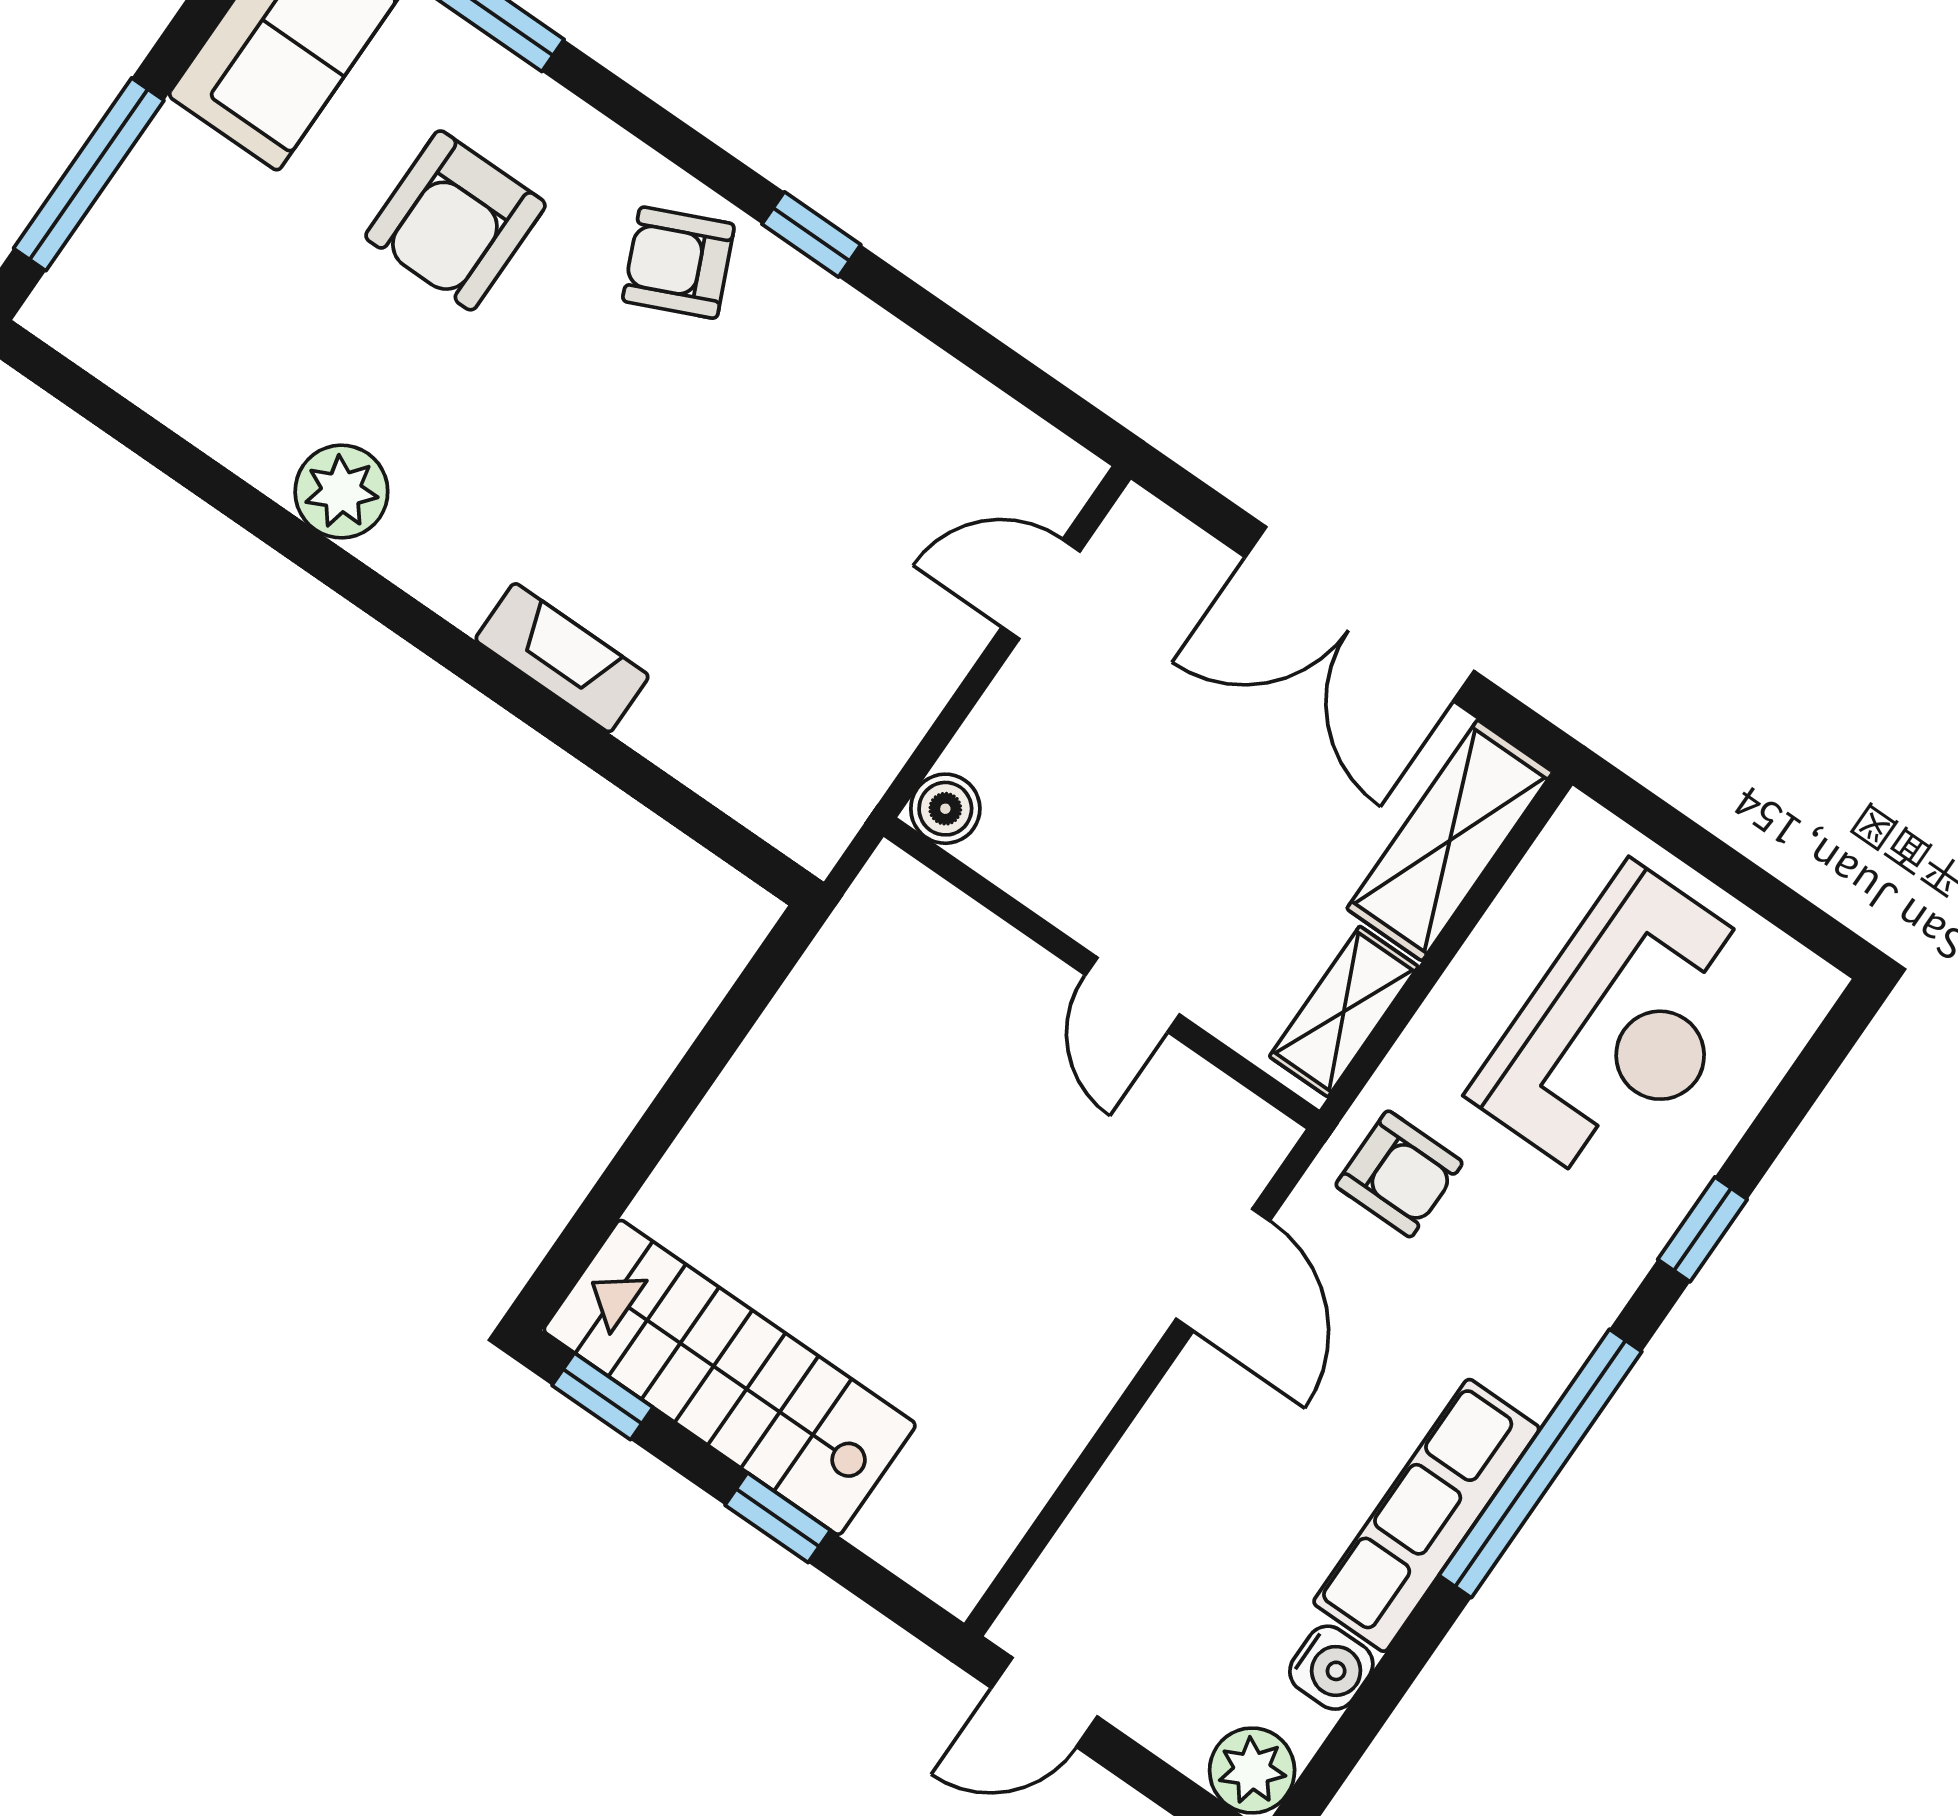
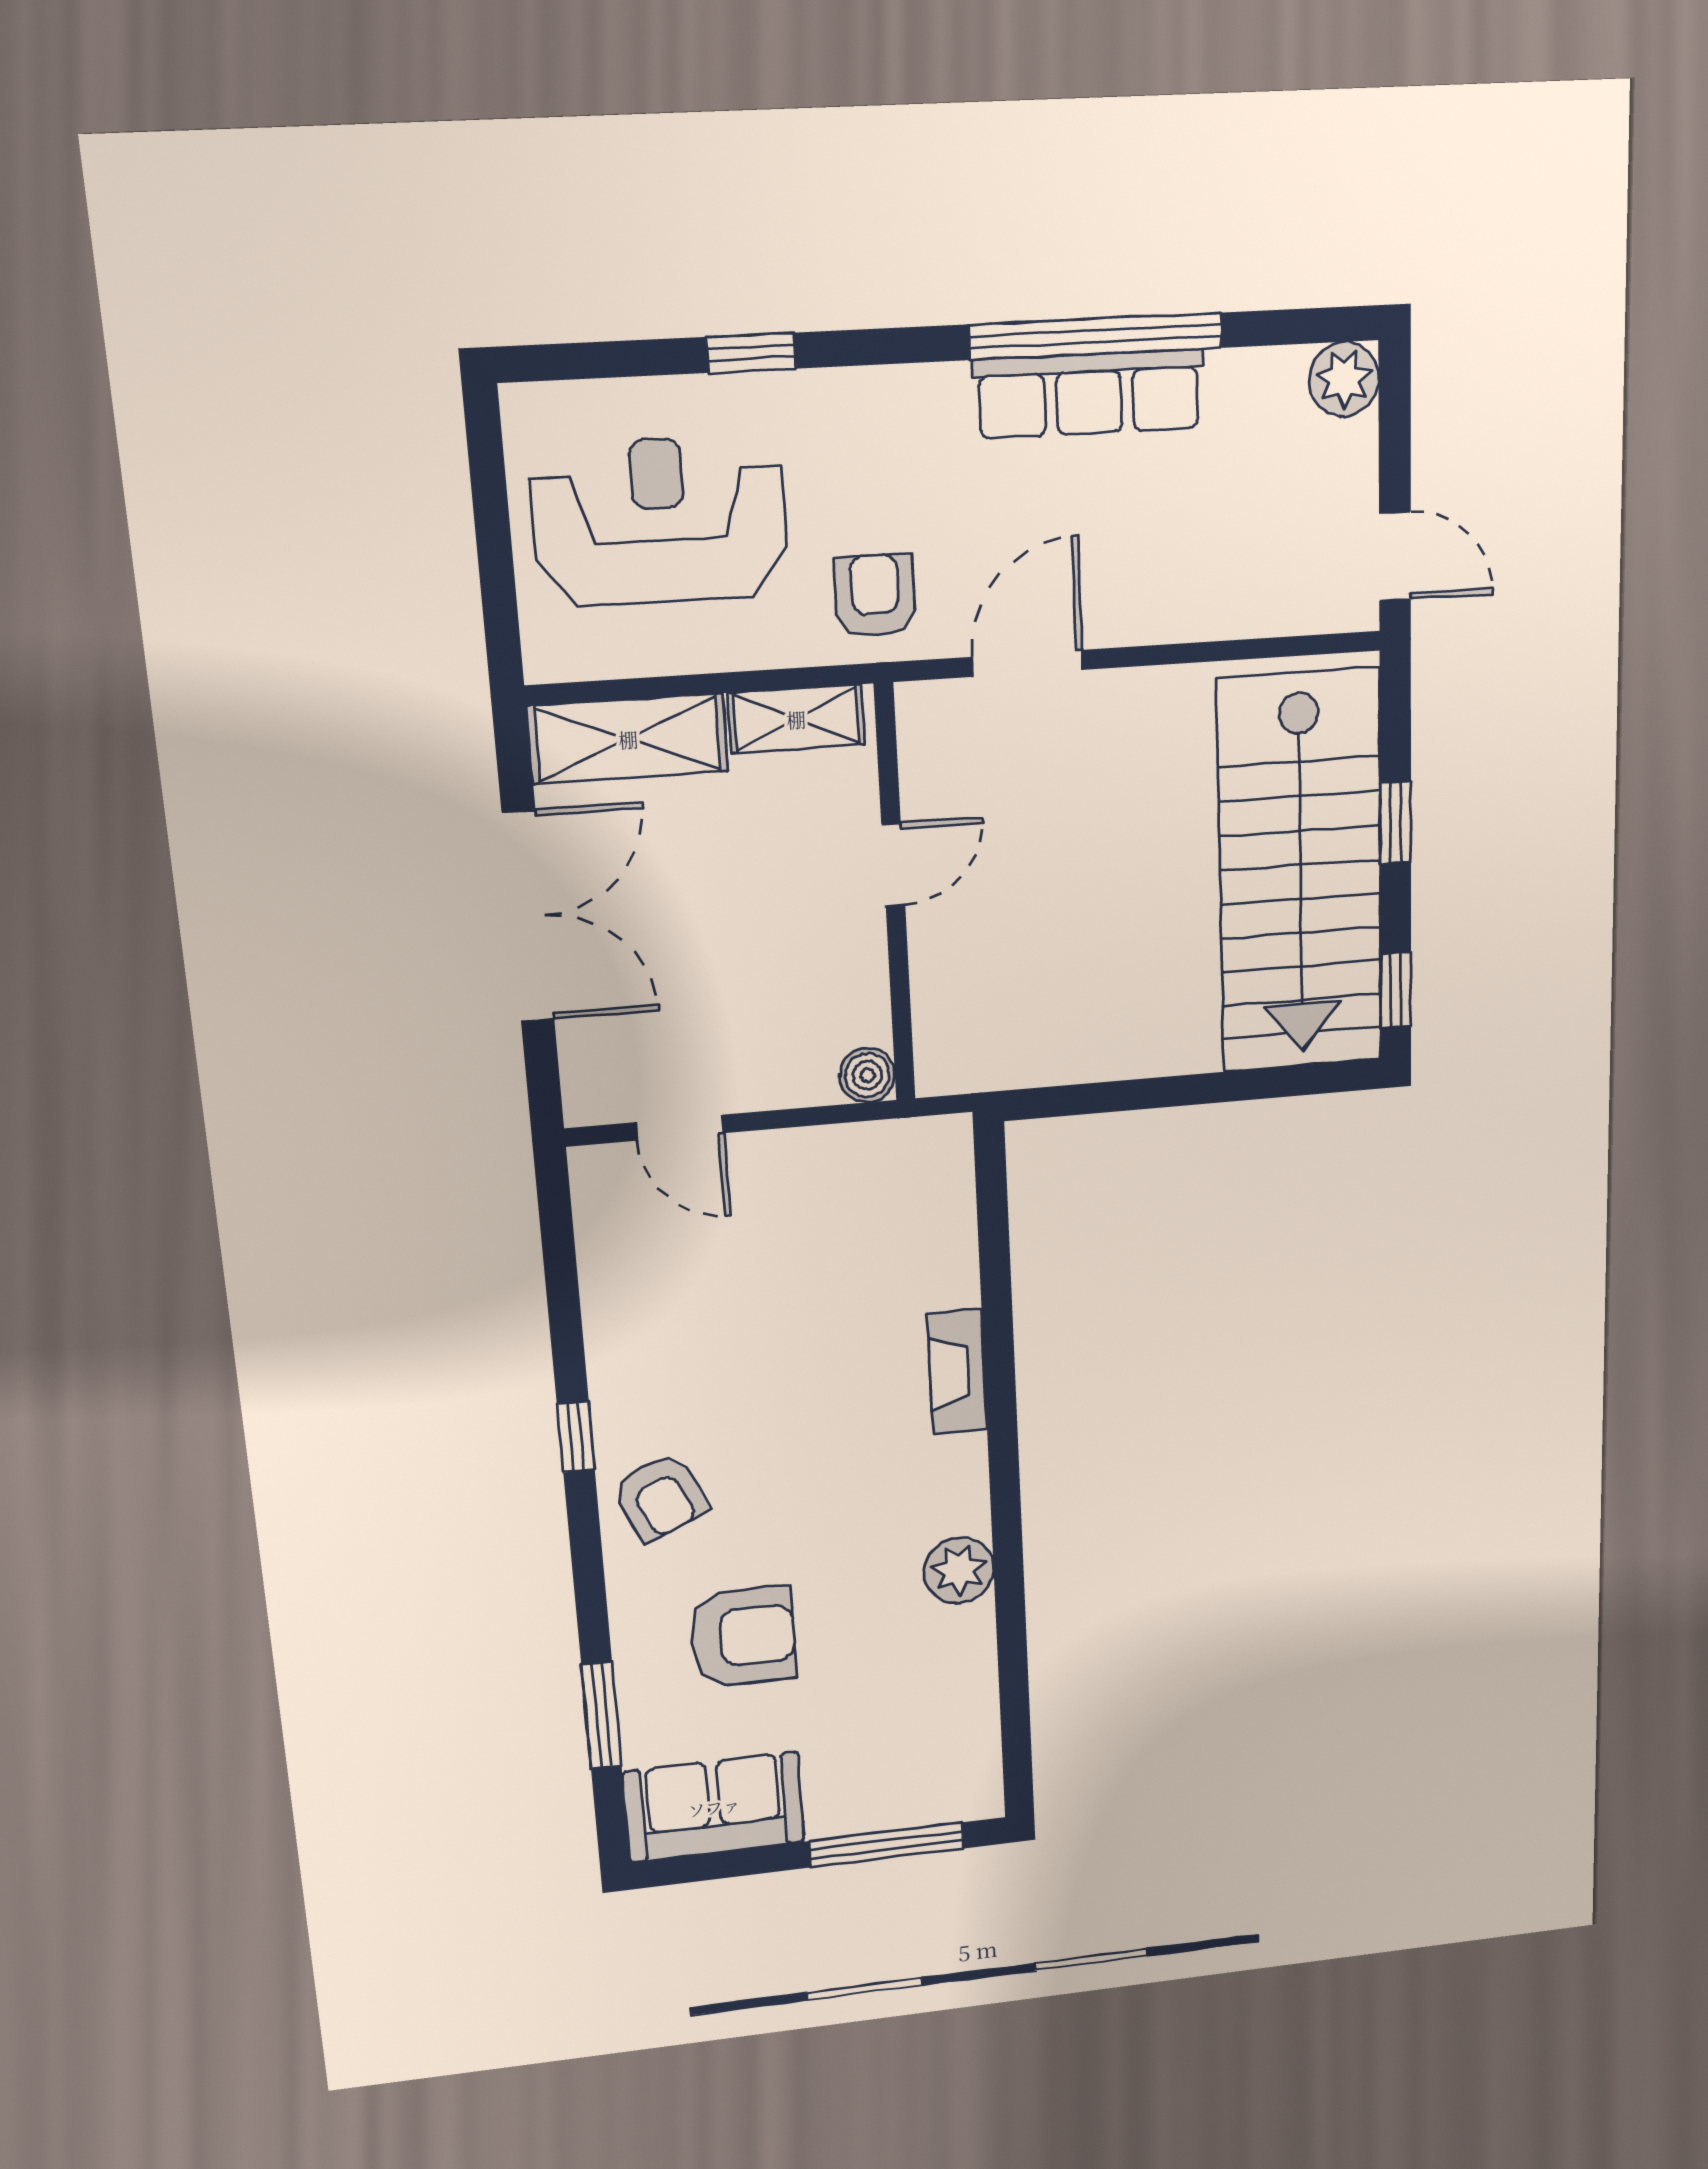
stairs: (730, 1377) -> (1301, 873), width x1.36, depth x1.51
window: (1540, 1463) -> (1096, 336), moved
water cooler: (1331, 1668) -> (1238, 379), removed

